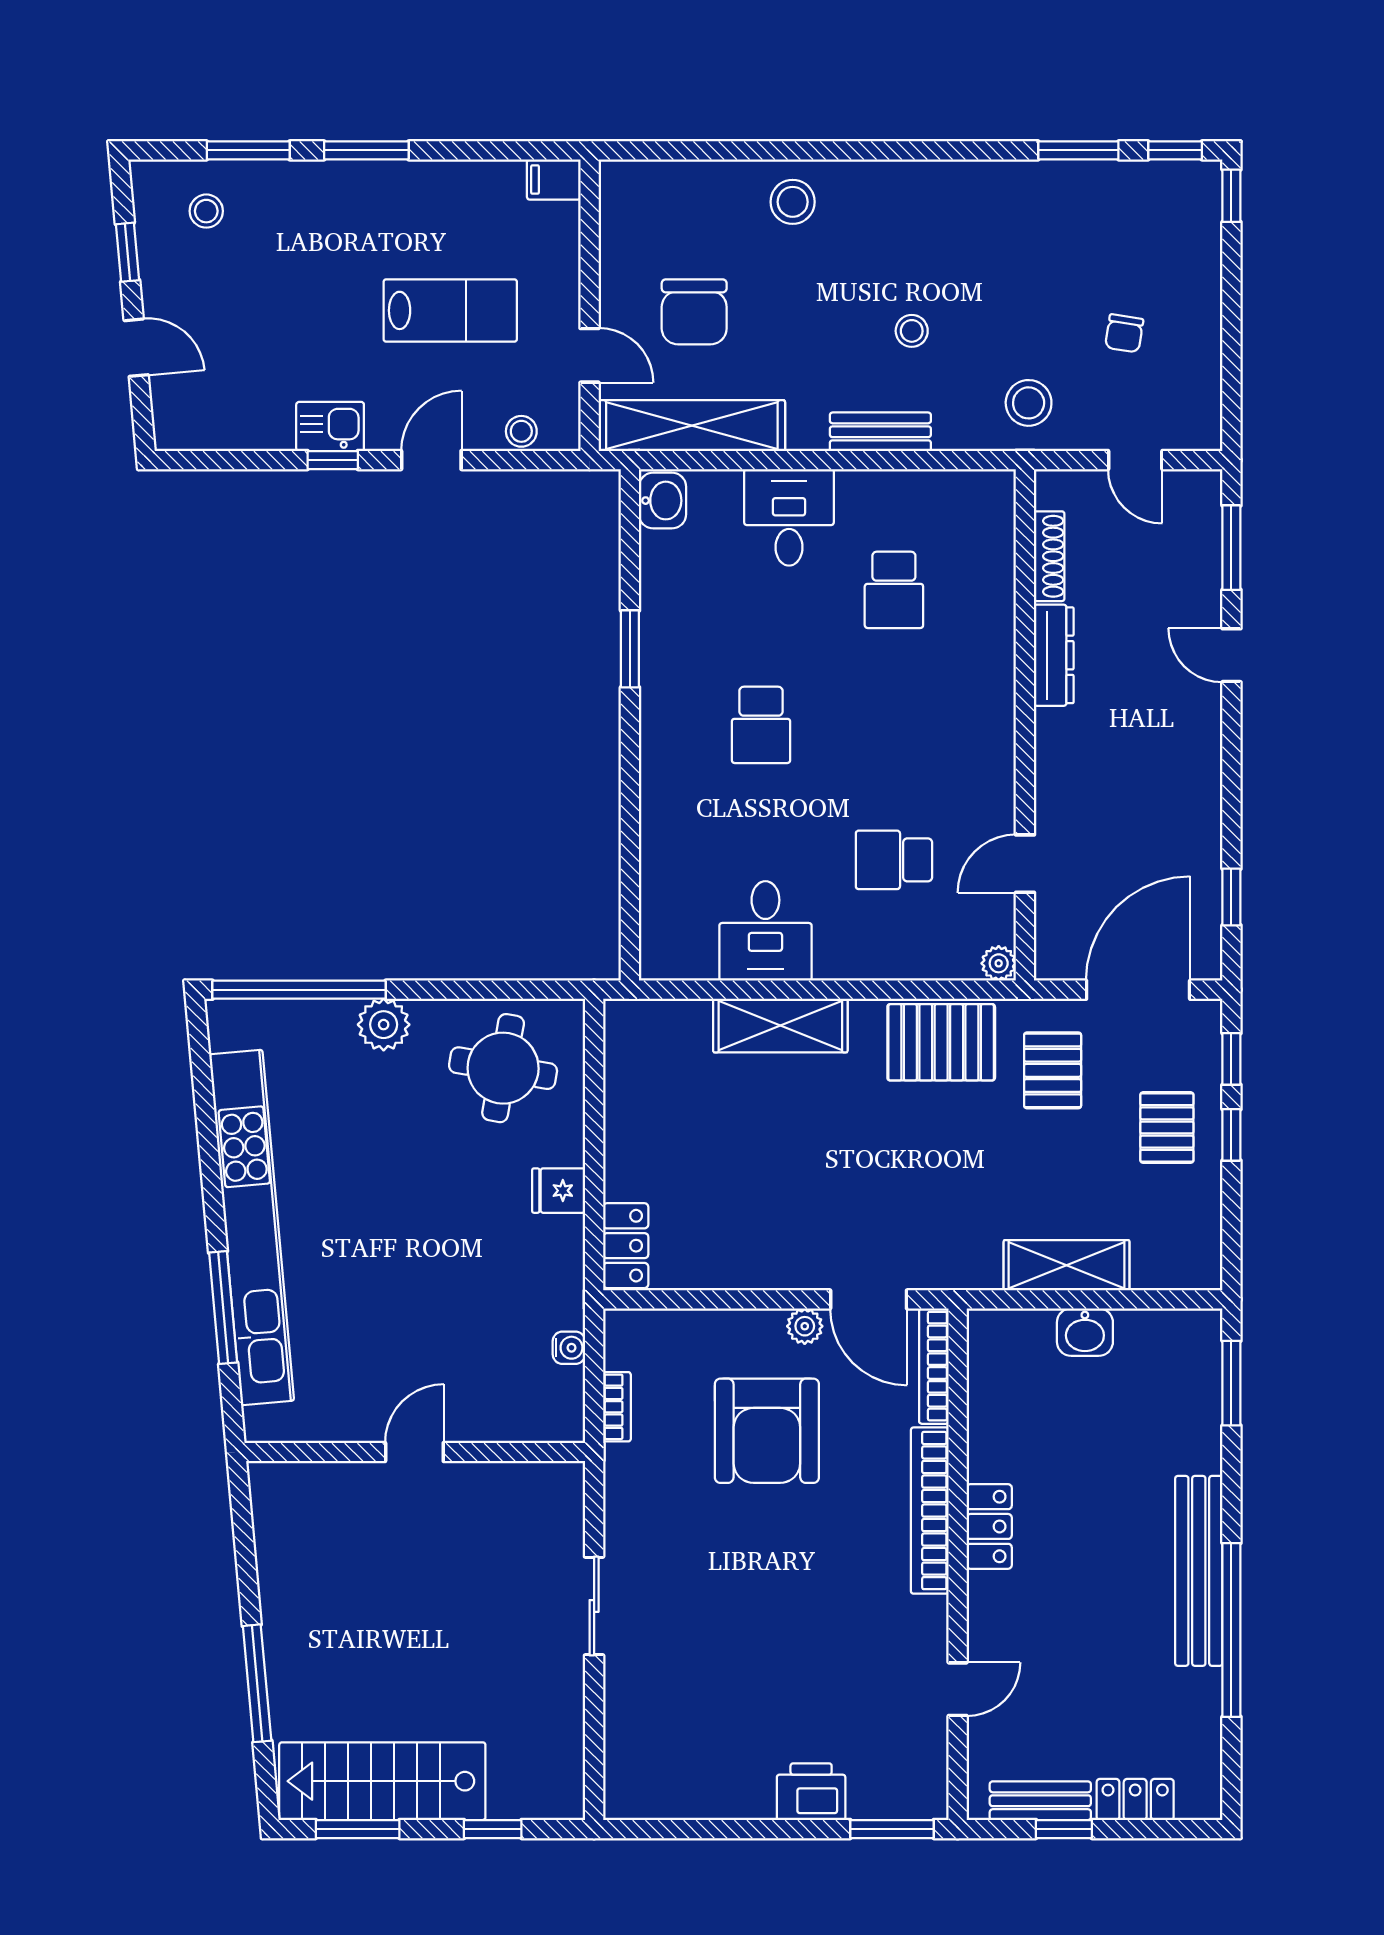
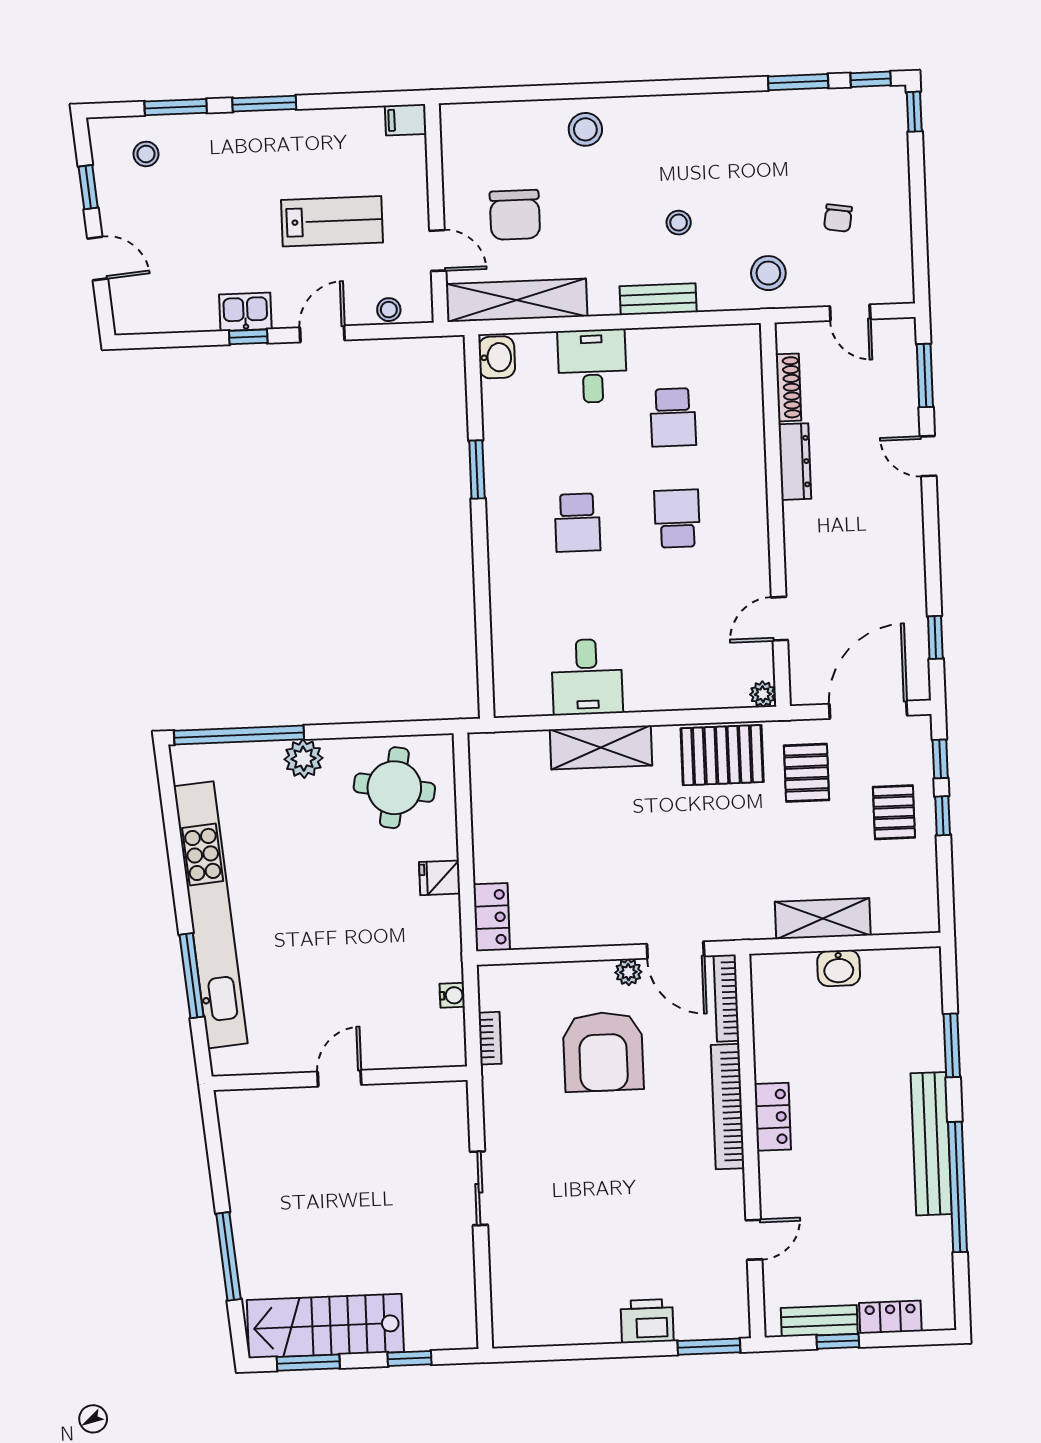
school desk: (894, 860) -> (677, 519), moved, turned 90
window: (1231, 1383) -> (952, 1045), moved

